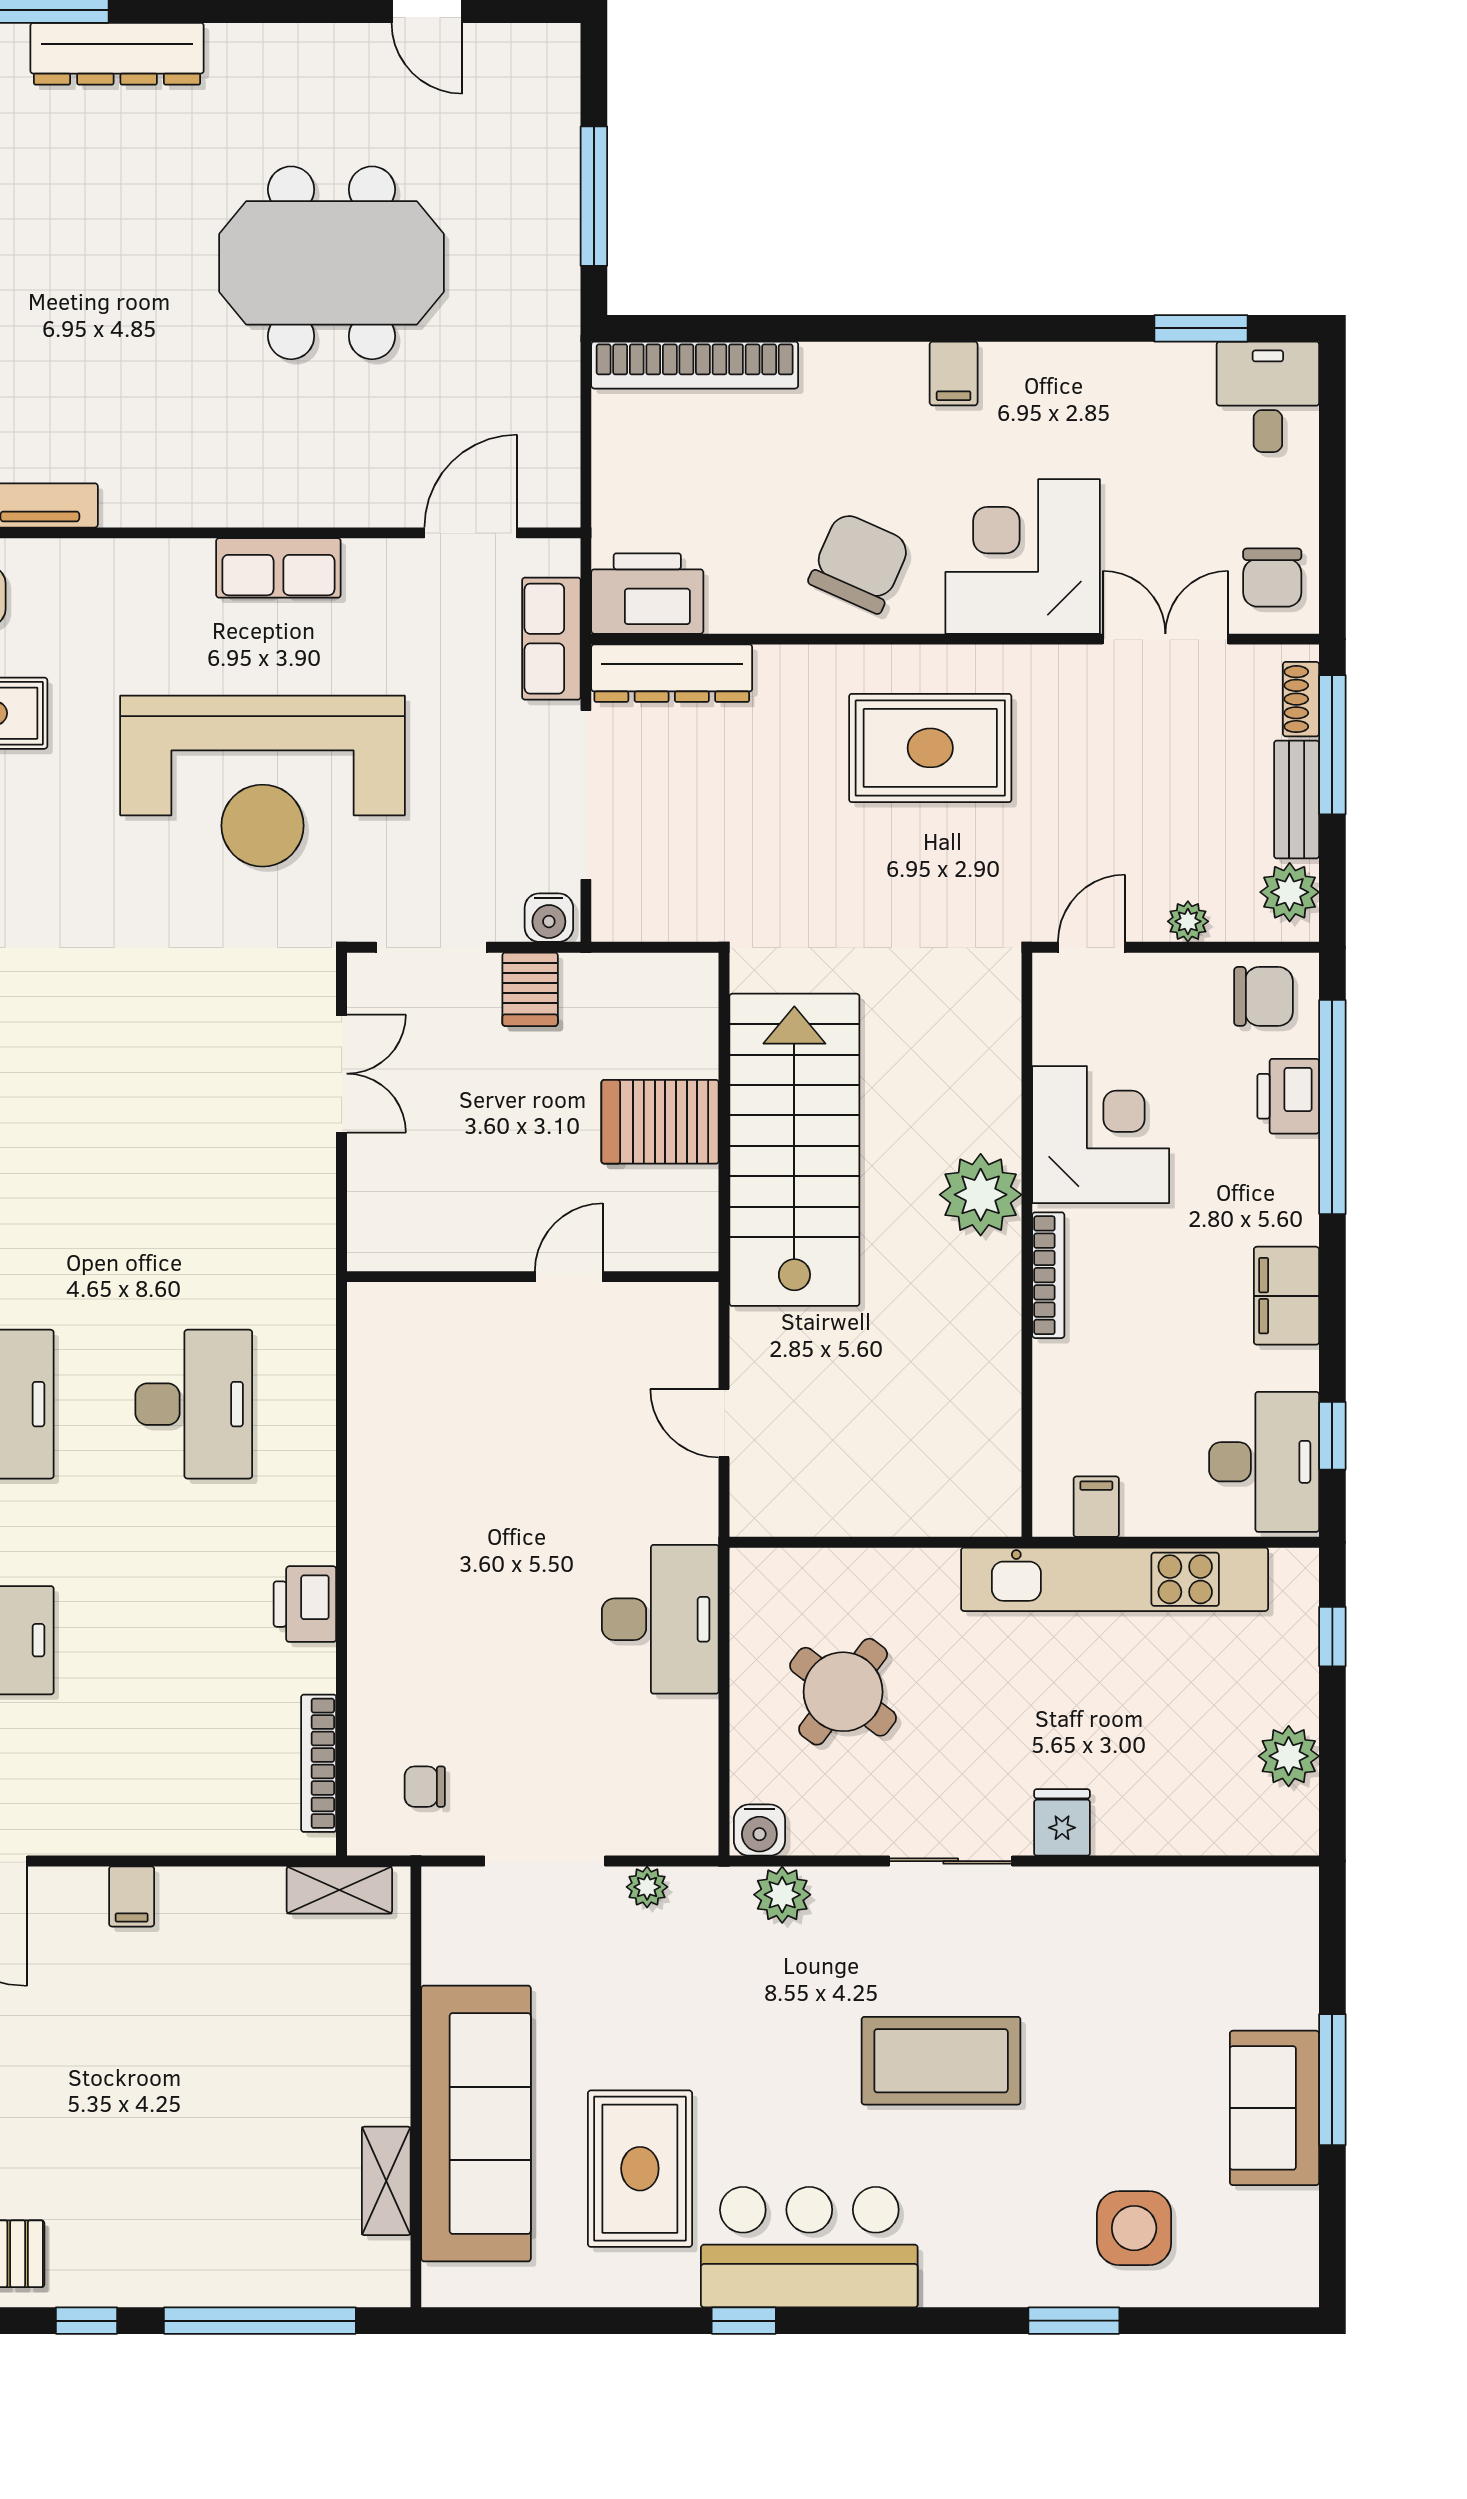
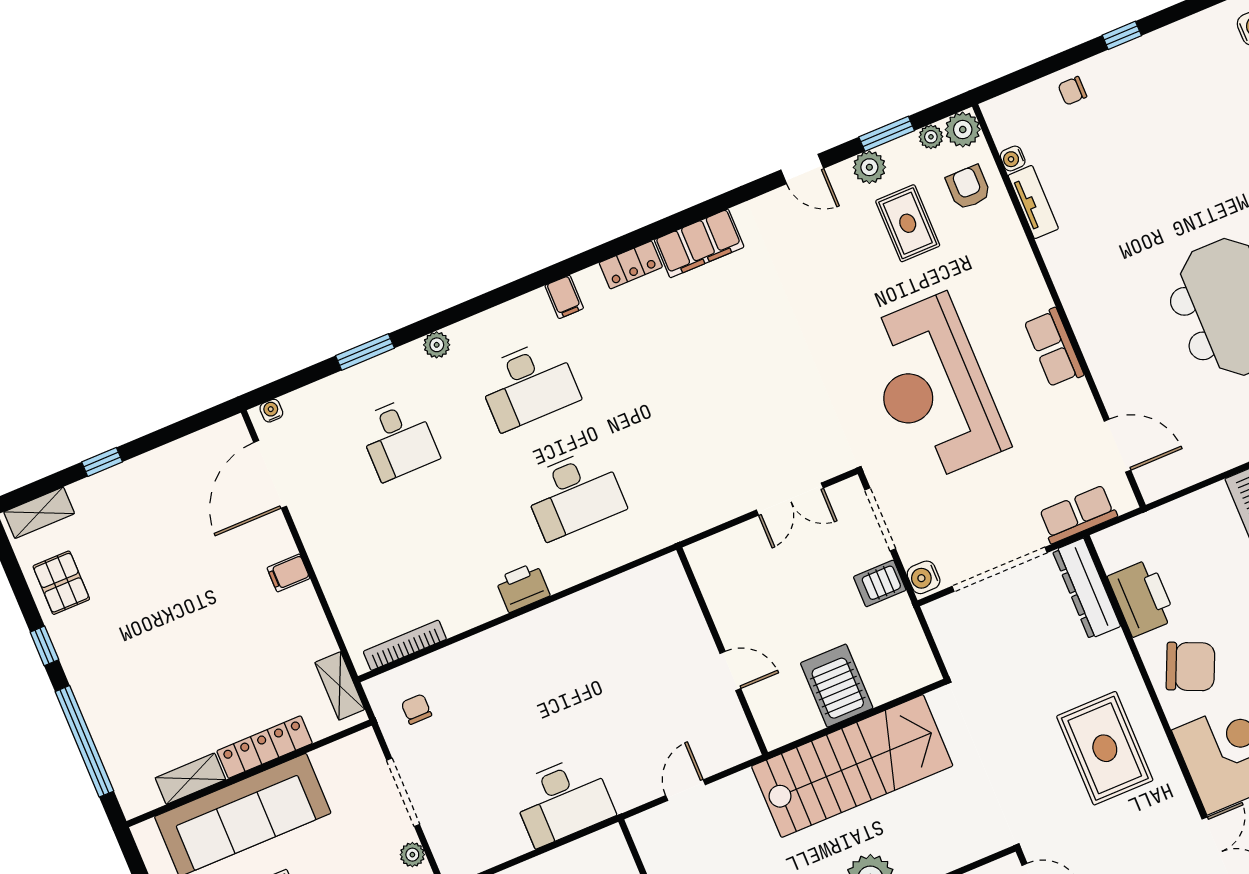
printer: (647, 594) -> (1142, 598), moved
printer: (305, 1604) -> (523, 587), moved
locker: (385, 2046) -> (265, 747), added

